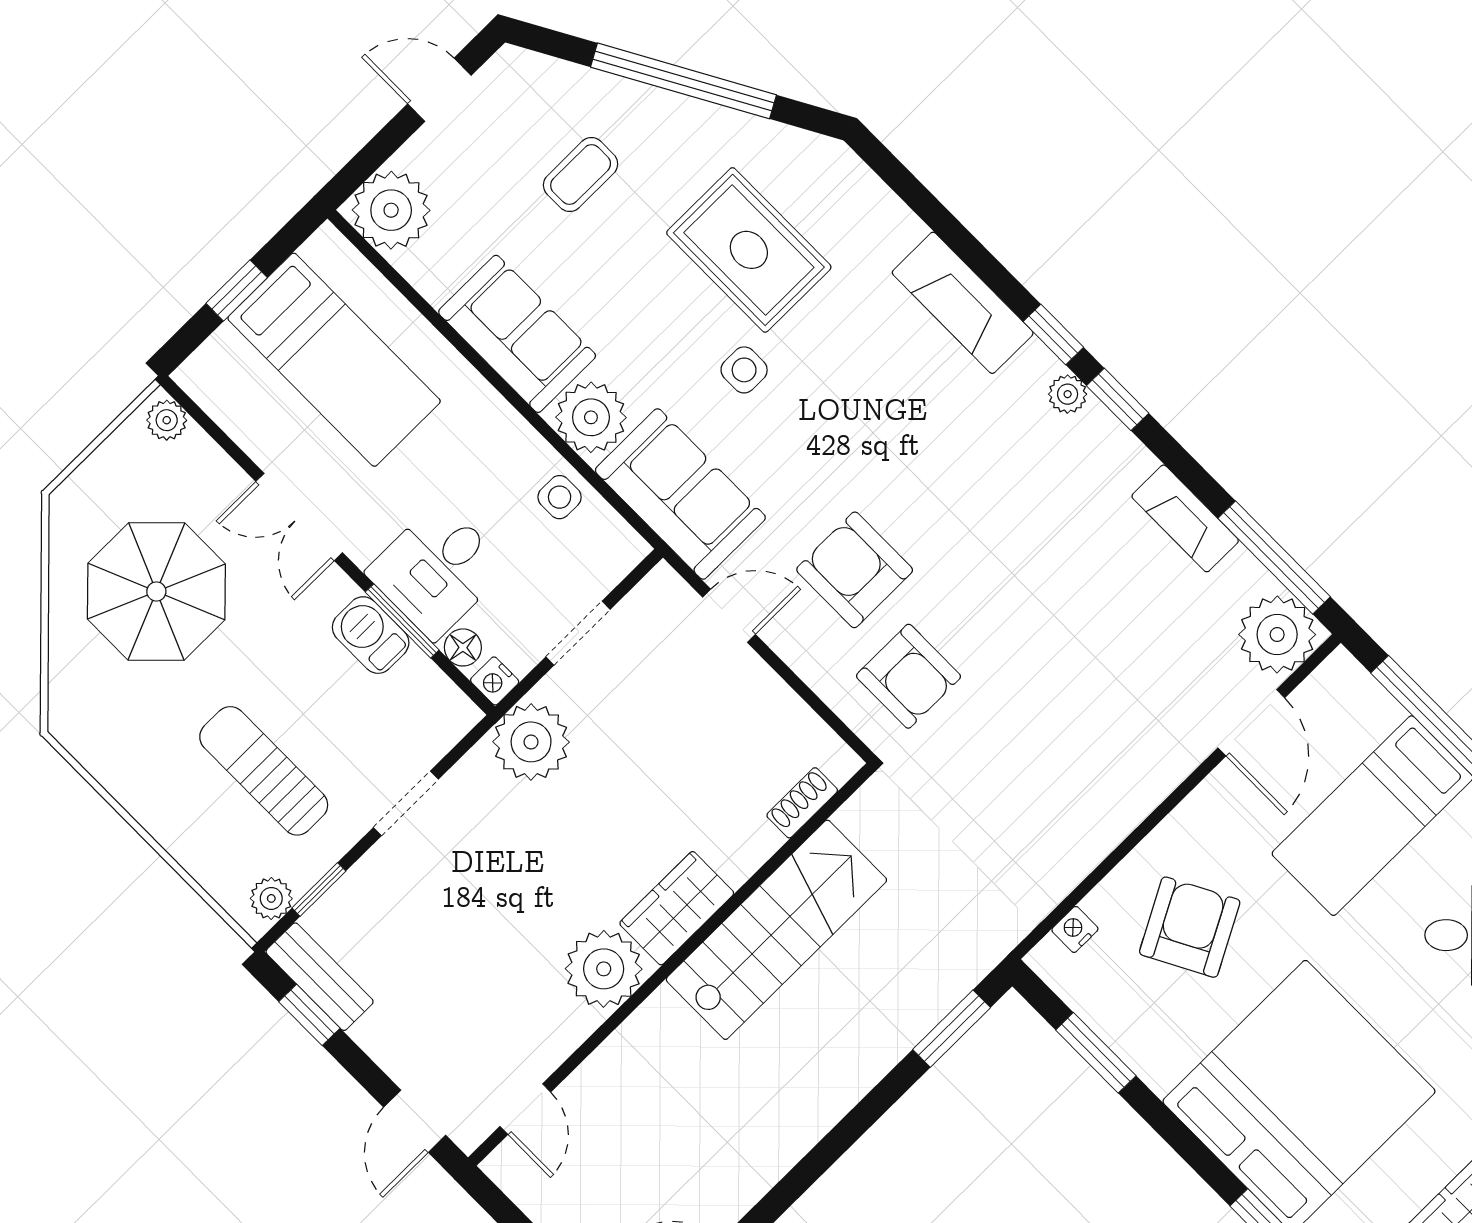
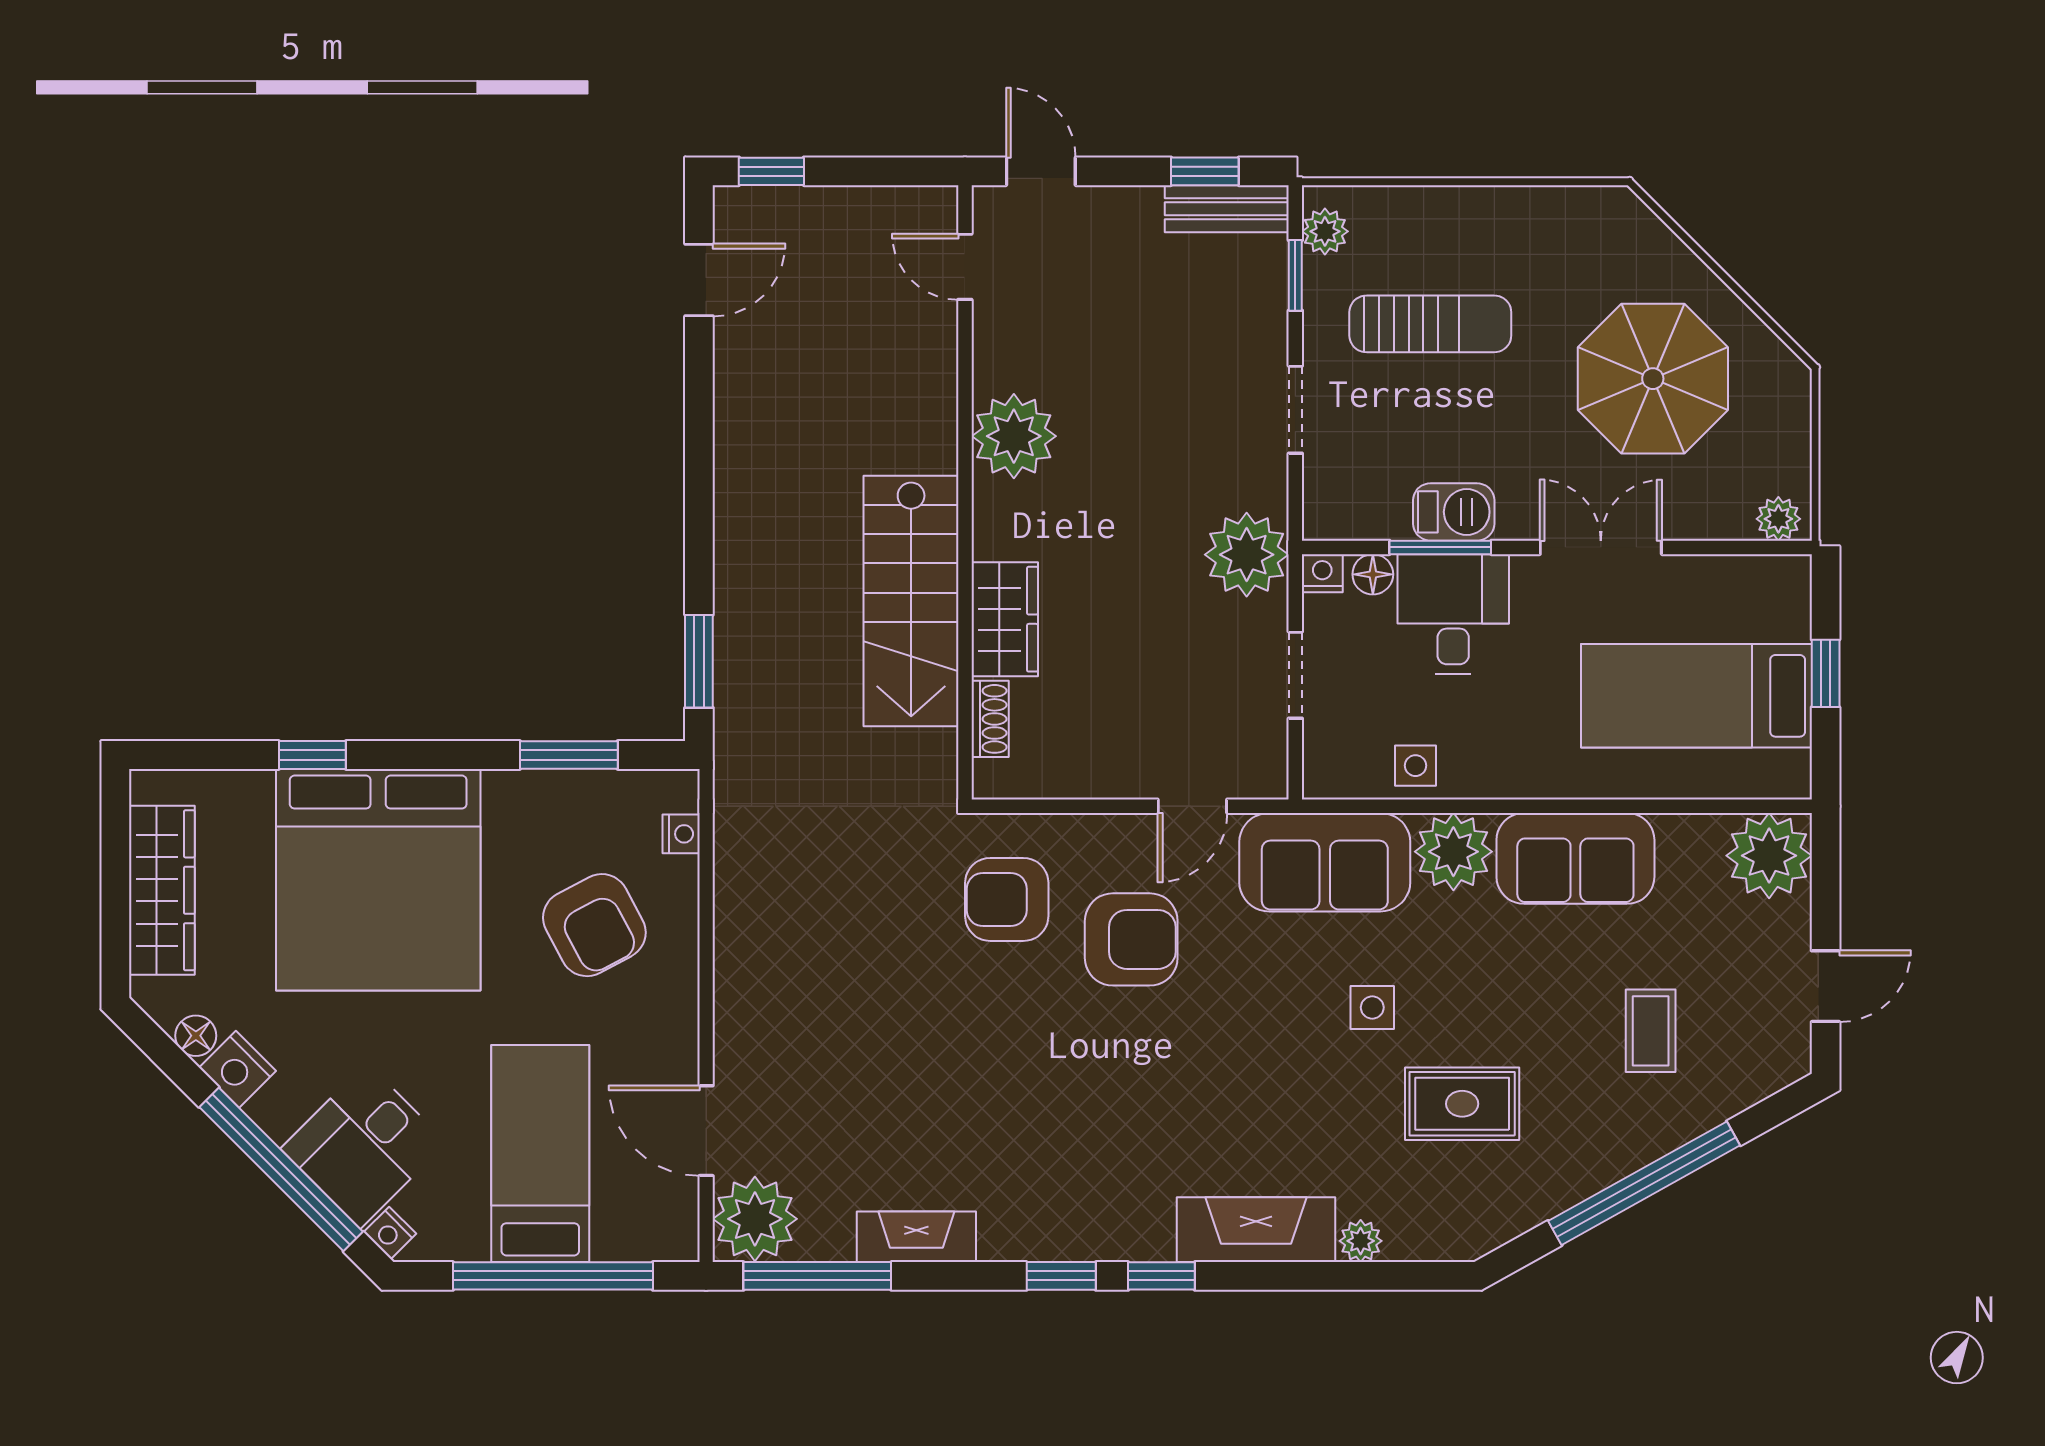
rug: (749, 250) -> (1462, 1104), width x0.73, depth x0.70
plant: (1068, 394) -> (1361, 1241), moved
wardrobe: (677, 908) -> (1005, 619), moved

